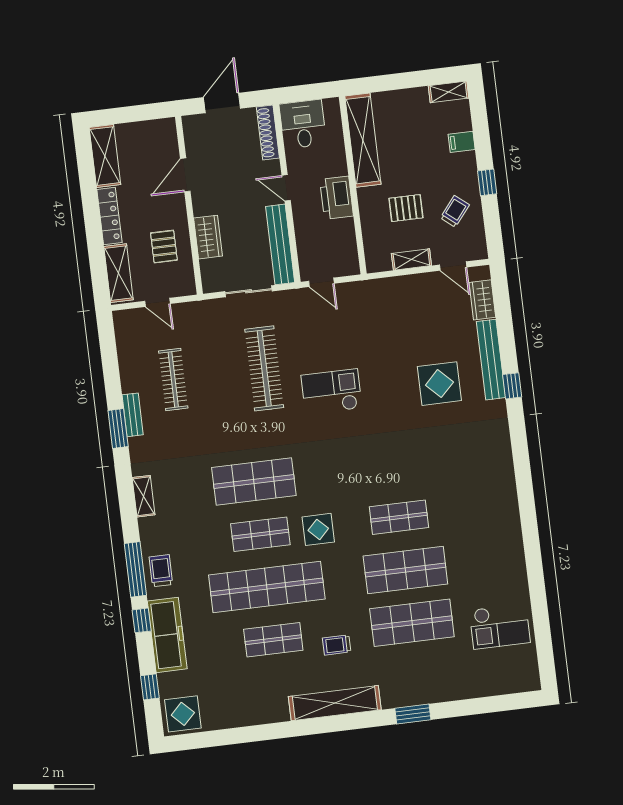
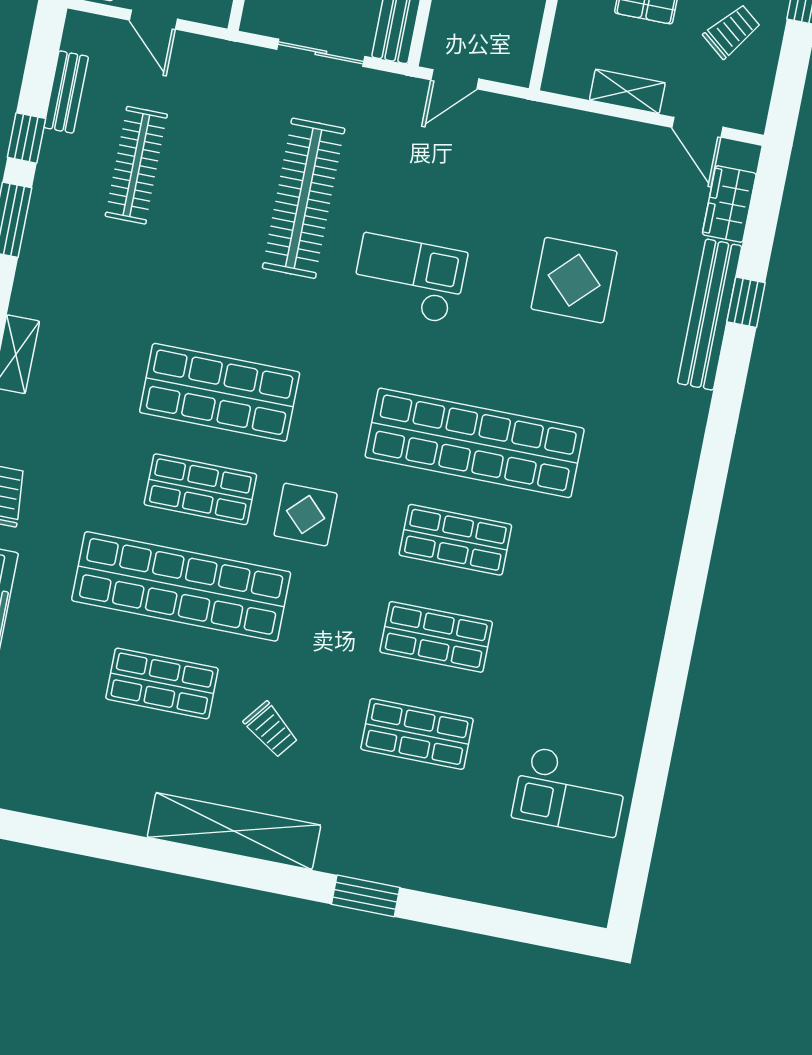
door: (321, 282) -> (455, 79), hinge flipped
window: (113, 384) -> (26, 138), added
display table: (439, 384) -> (574, 280), moved
window: (512, 386) -> (746, 302), moved
bench: (133, 415) -> (66, 92), moved
shop shelf: (393, 464) -> (475, 443), added
shop shelf: (405, 570) -> (436, 637), width x0.70, depth x0.74
shop shelf: (412, 623) -> (417, 734), width x0.70, depth x0.74
trolley: (337, 645) -> (271, 729), turned -142

